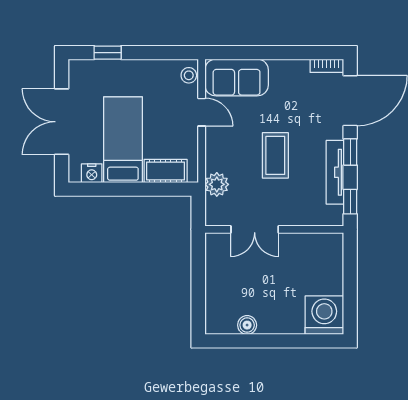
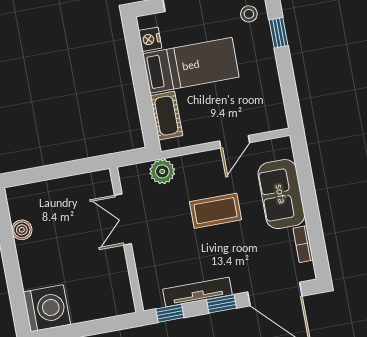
bookcase: (327, 66) -> (303, 244), moved
stool: (189, 75) -> (249, 14), moved
sofa: (237, 77) -> (281, 194), moved
coffee table: (275, 155) -> (215, 211), moved

